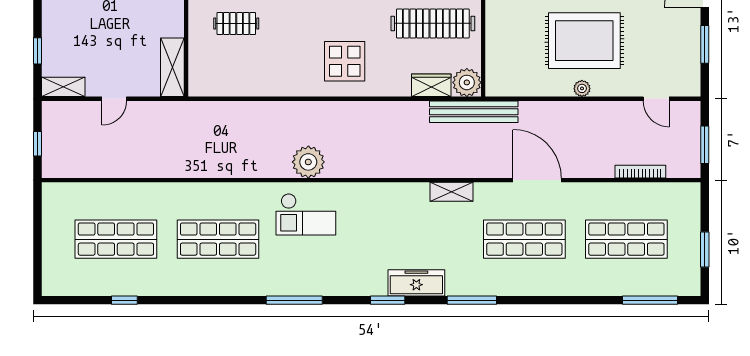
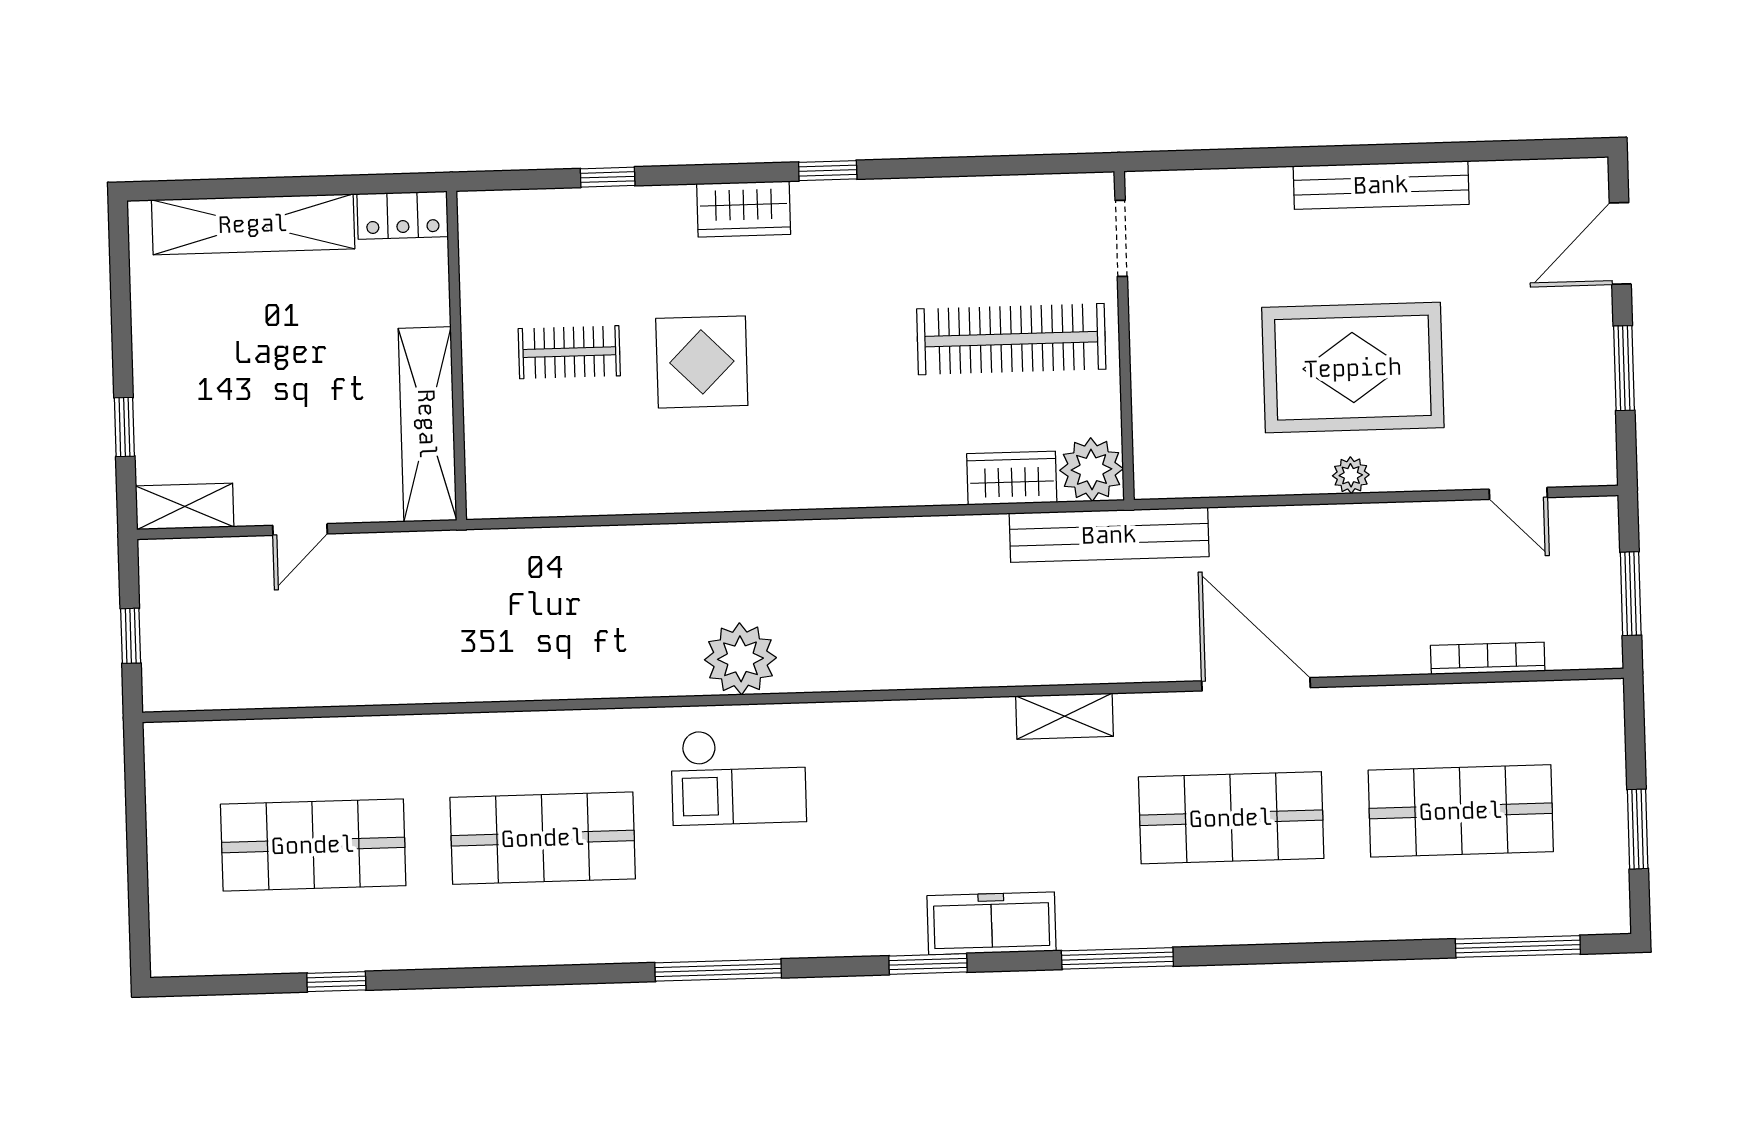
display table: (345, 61) -> (702, 362), moved
shelving: (172, 67) -> (427, 424), width x1.47

